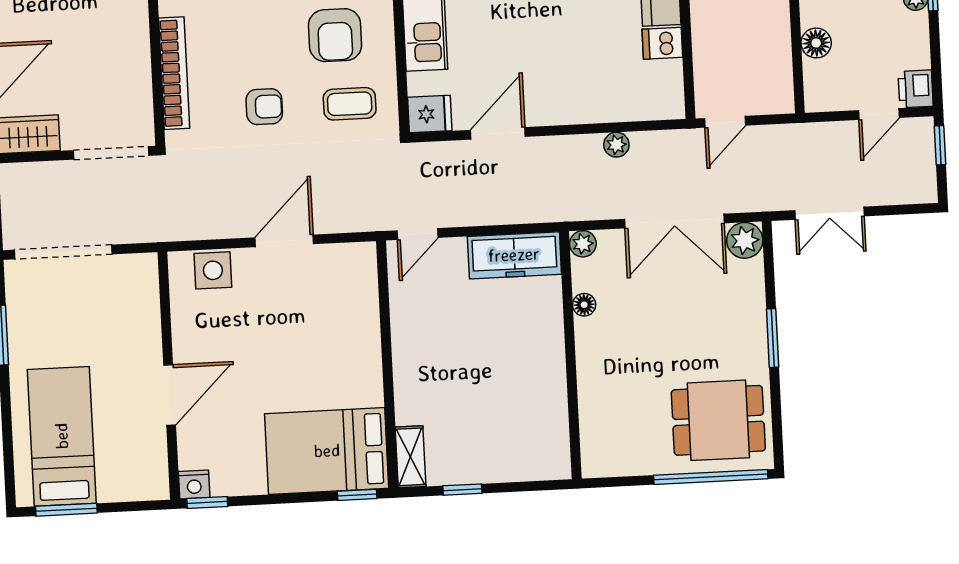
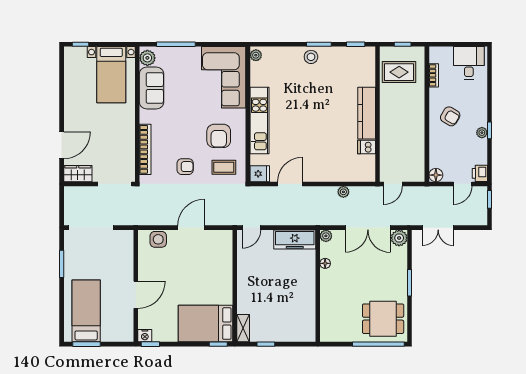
floor lamp: (816, 43) -> (436, 175), moved

